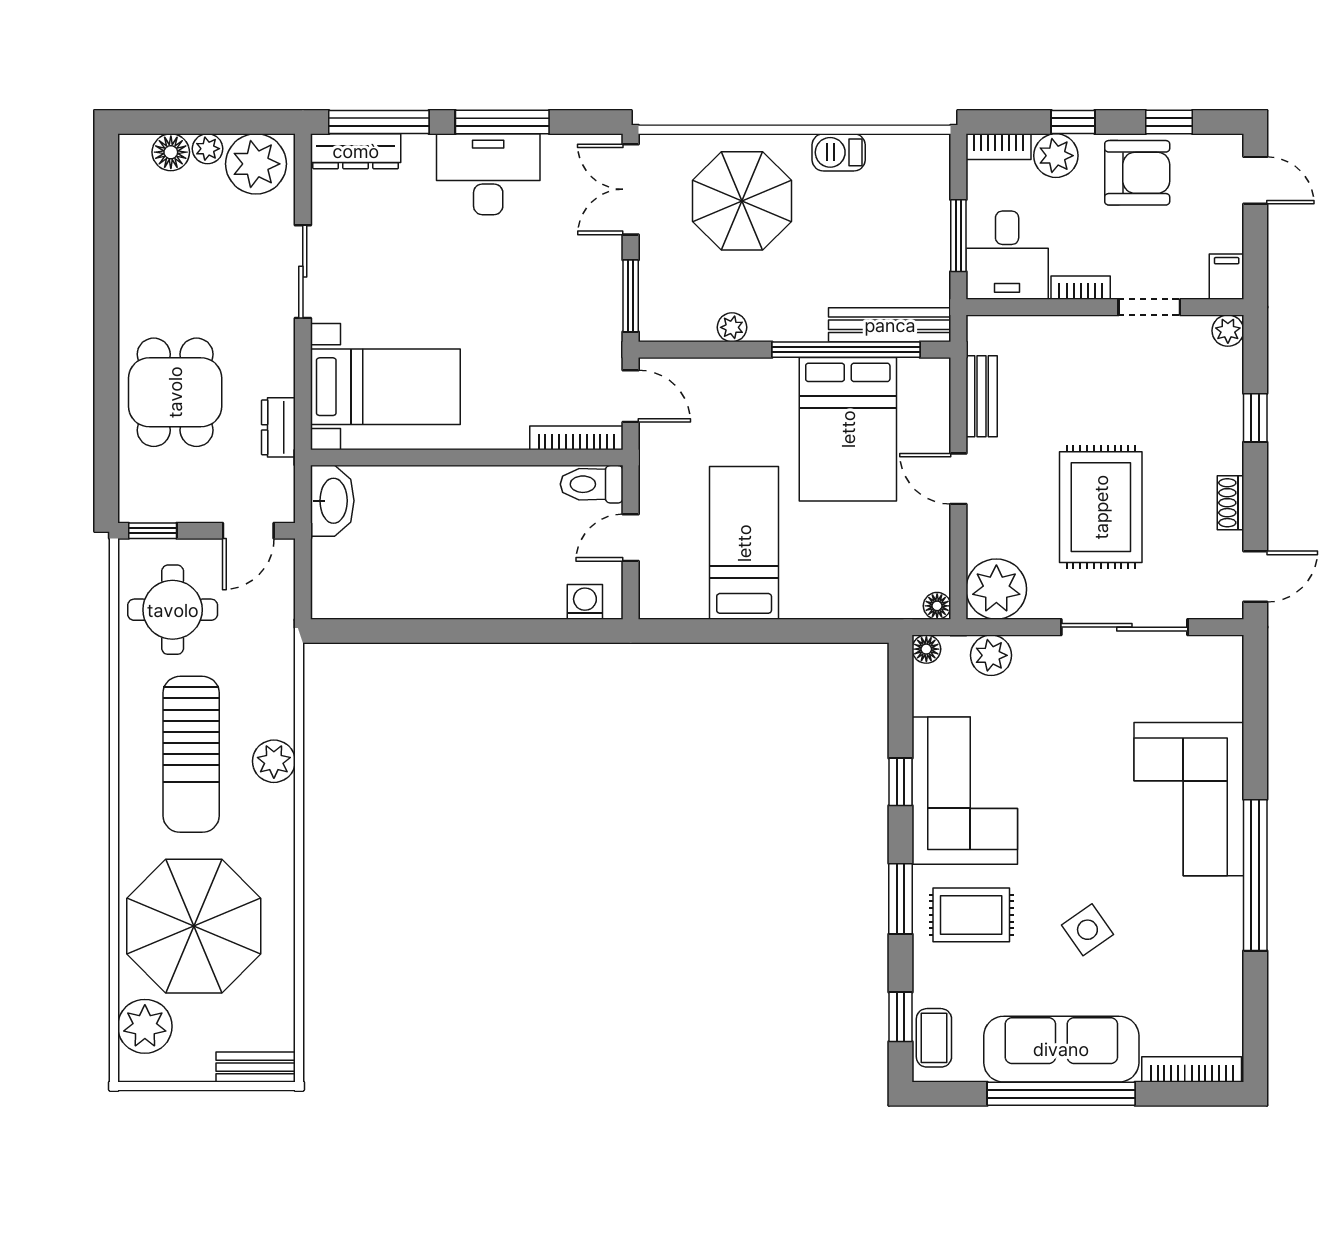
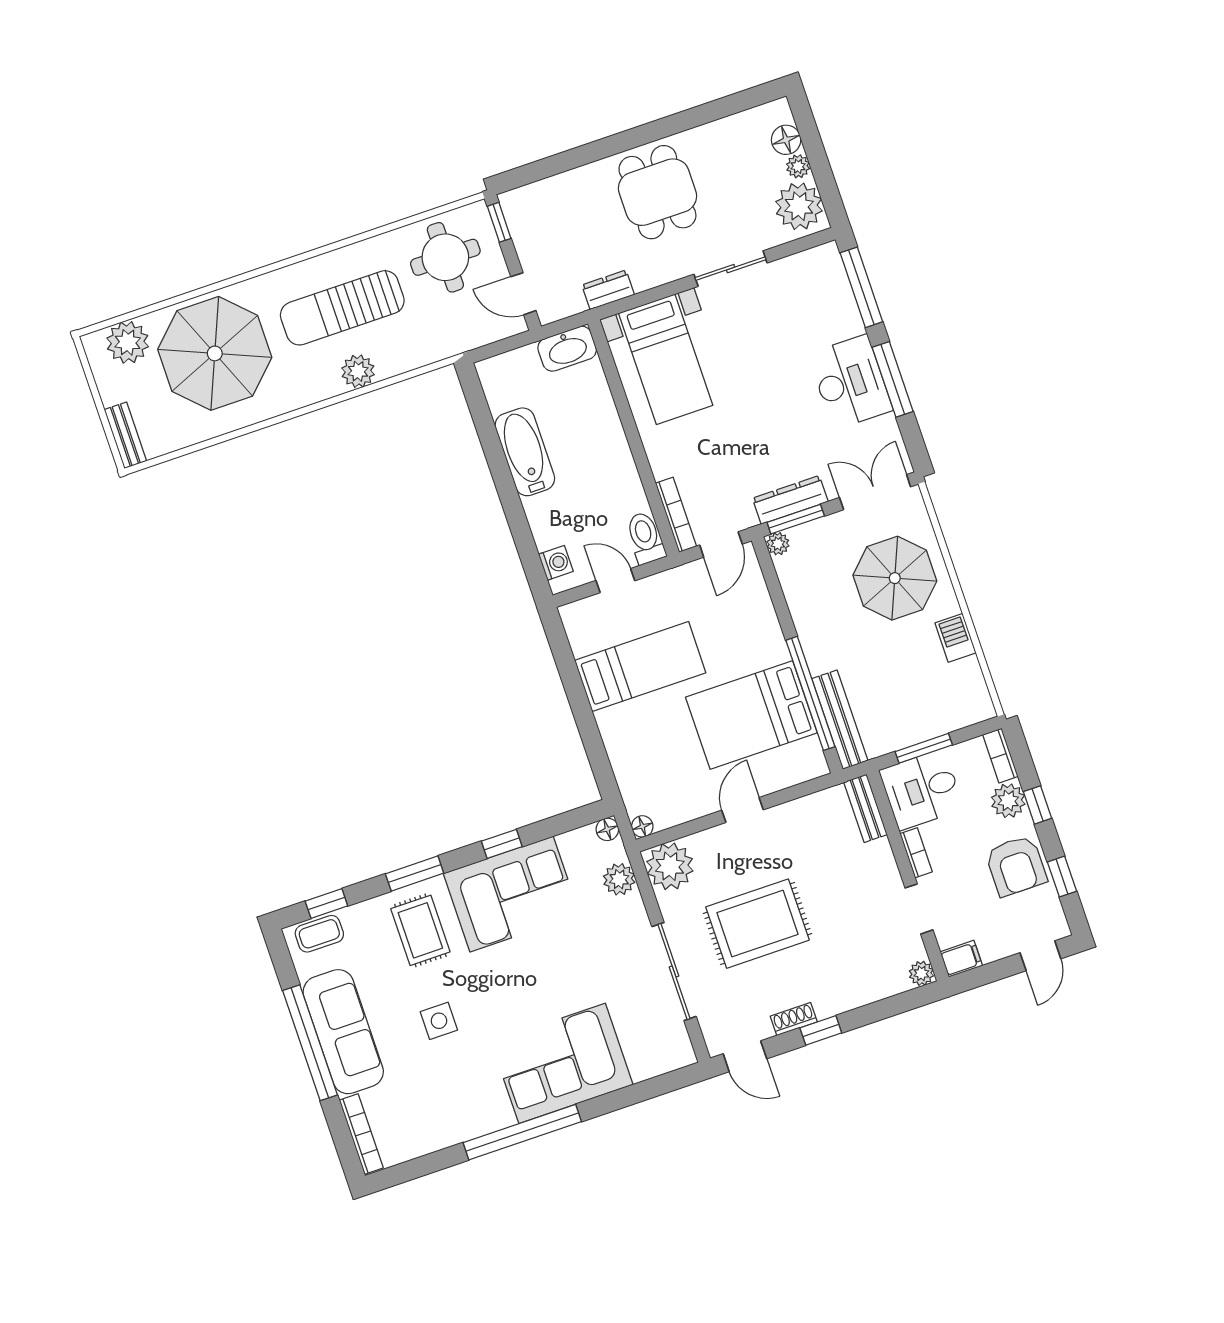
dresser: (356, 151) -> (790, 500), moved, turned 90
plant: (732, 327) -> (778, 544), moved
dining table: (175, 392) -> (657, 192), moved, turned 90
bench: (982, 396) -> (865, 808), moved, turned 90
window: (1255, 418) -> (821, 1030), moved
bathtub: (439, 594) -> (525, 452), added
side table: (1087, 930) -> (439, 1021), turned 35

